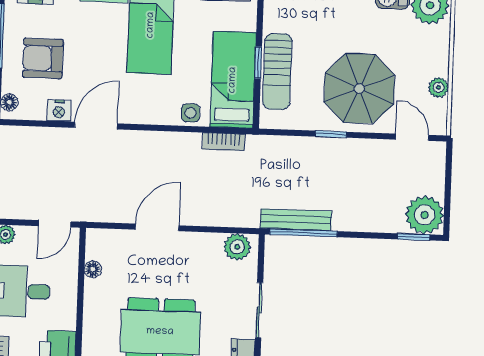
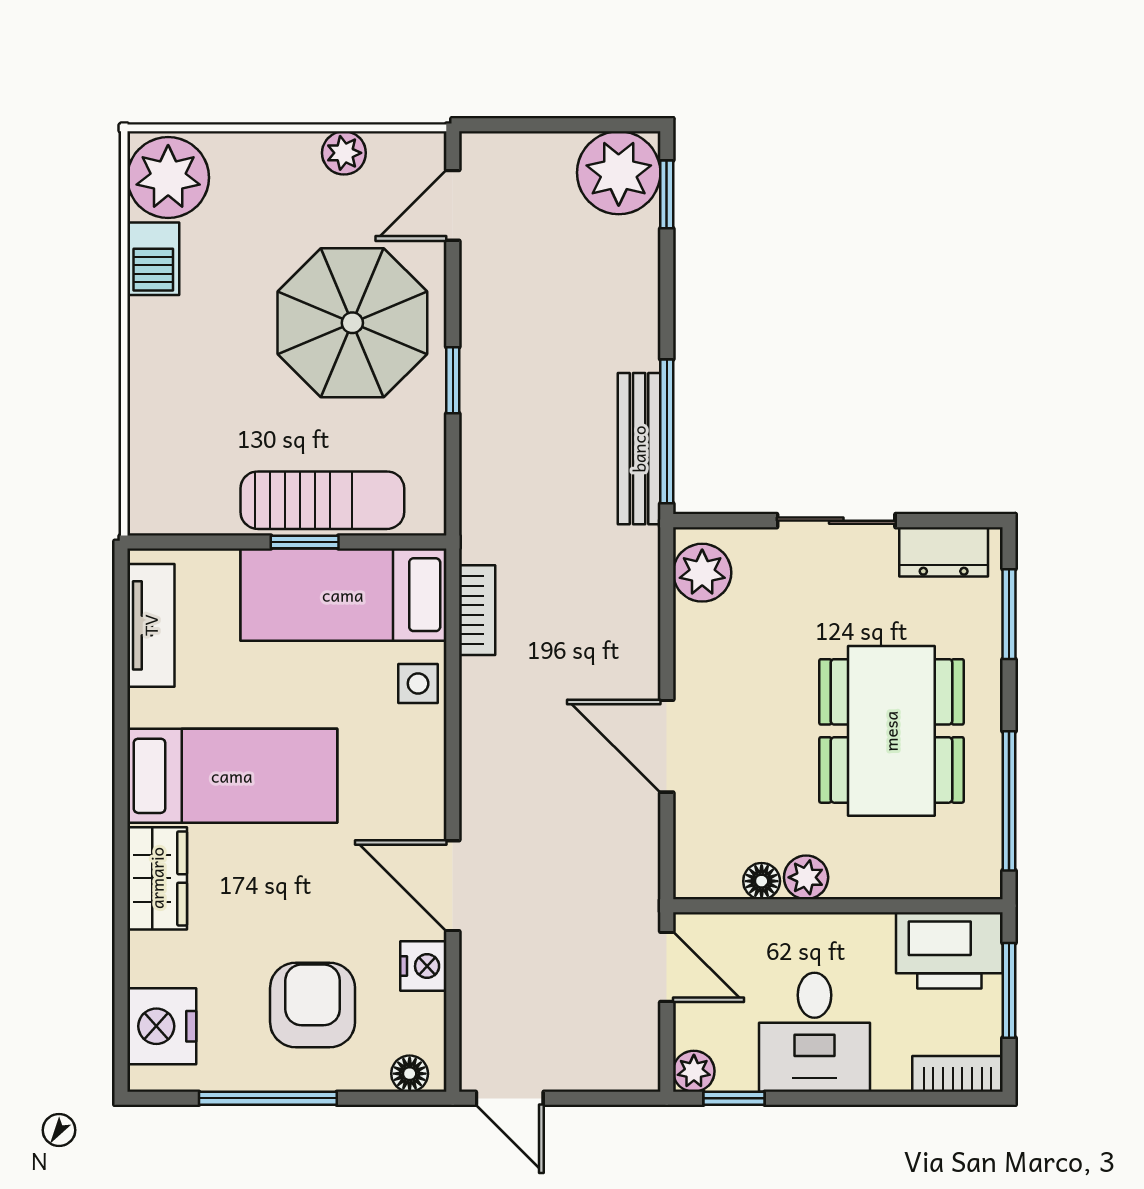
armchair: (43, 58) -> (313, 1005), turned 180
plant: (94, 290) -> (806, 877), added

